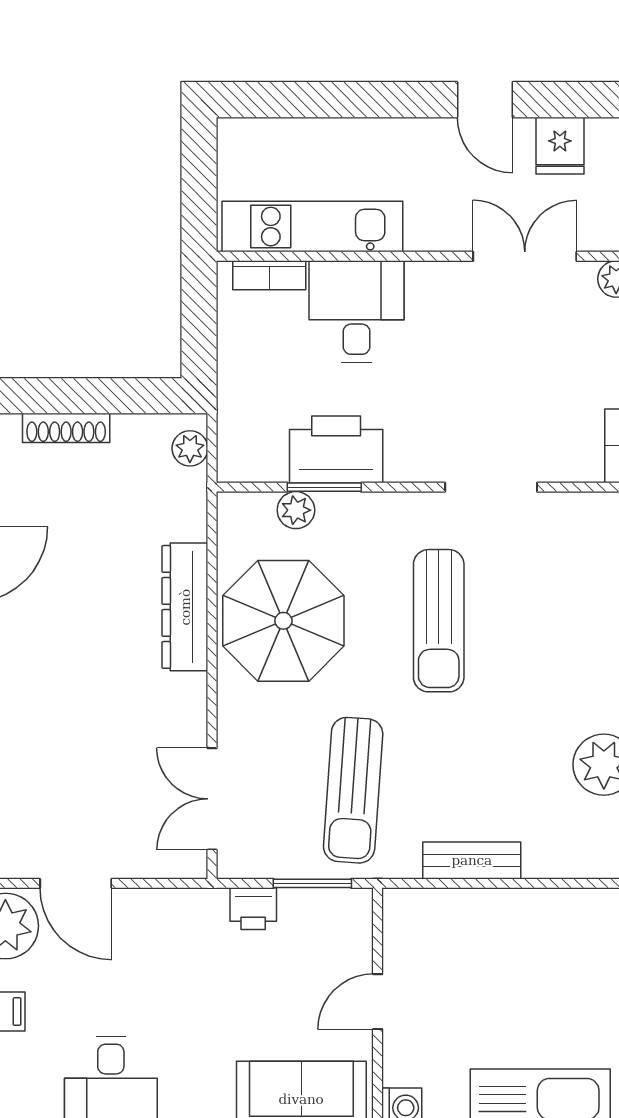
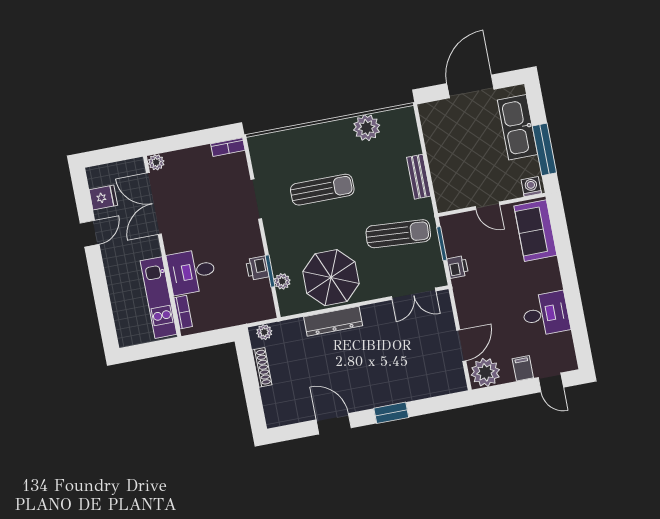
double door: (525, 256) -> (154, 204), width x1.37
shoe rack: (66, 428) -> (262, 367), moved
printer: (336, 449) -> (257, 268), width x0.53, depth x0.68
sun lounger: (439, 621) -> (322, 190), moved

